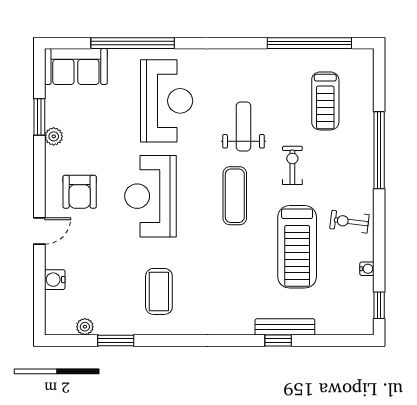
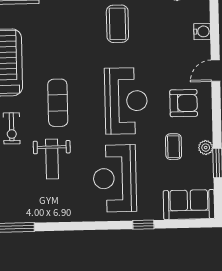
window: (133, 43) -> (143, 225), width x0.32
coffee table: (93, 138) -> (174, 147), added
armchair: (80, 192) -> (184, 103), turned 90

